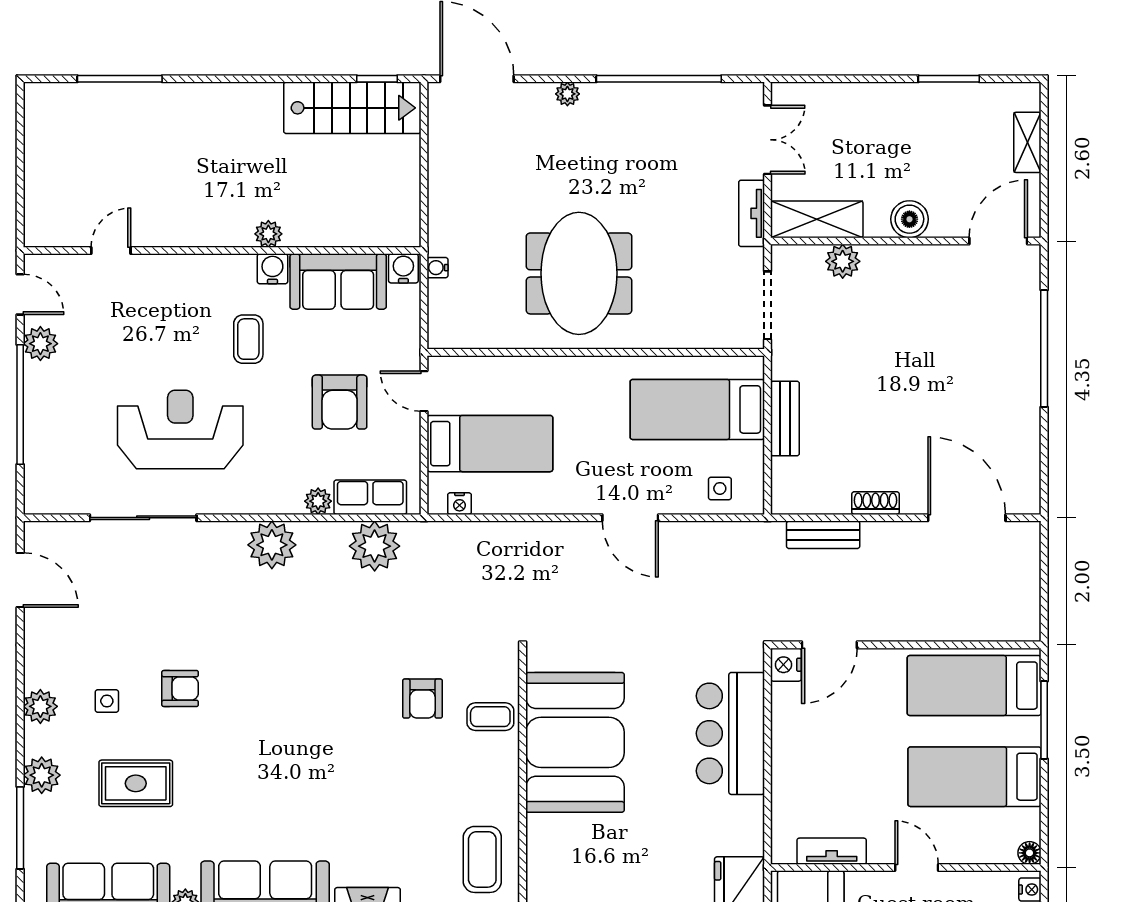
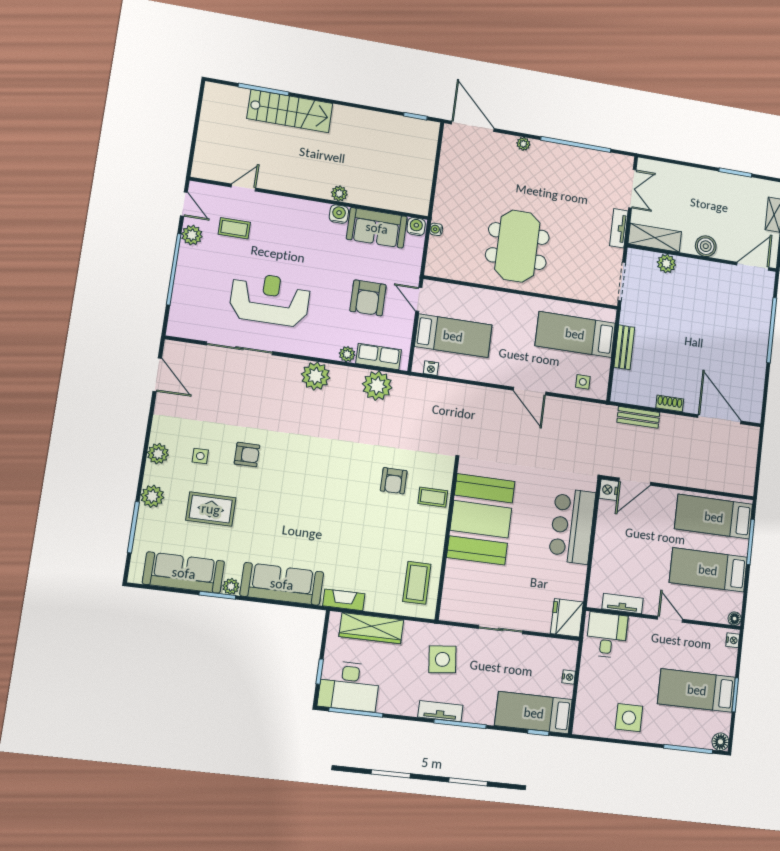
stairs: (352, 108) -> (290, 111), moved
coffee table: (248, 339) -> (234, 228), moved, turned 90

